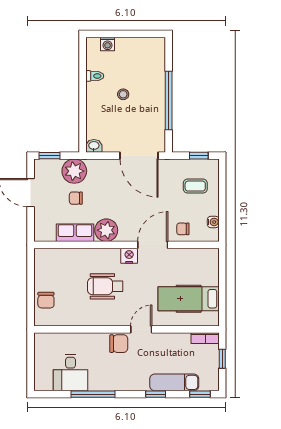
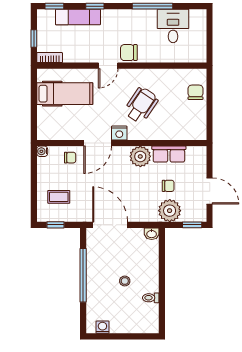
washing machine: (108, 44) -> (102, 327), moved
water cooler: (213, 222) -> (42, 151), moved
wheelchair: (105, 286) -> (141, 105), turned -56

